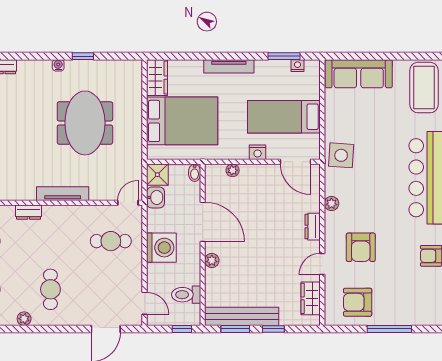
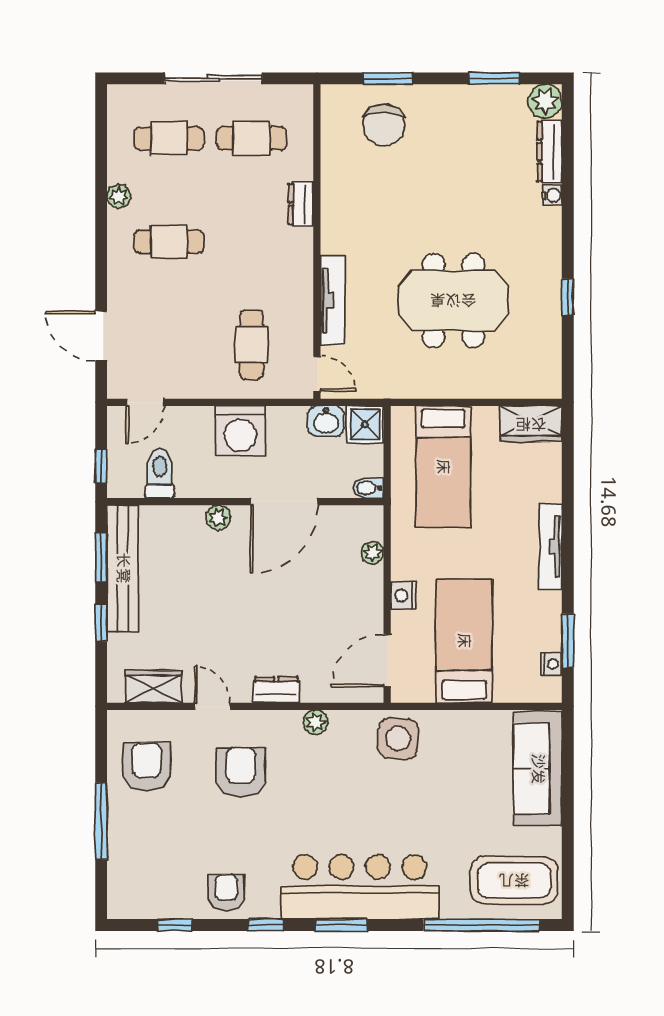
water cooler: (58, 65) -> (552, 195), moved
bed: (182, 121) -> (443, 467), width x0.67
tv unit: (63, 194) -> (332, 300), moved
armchair: (361, 247) -> (241, 772), turned 90

